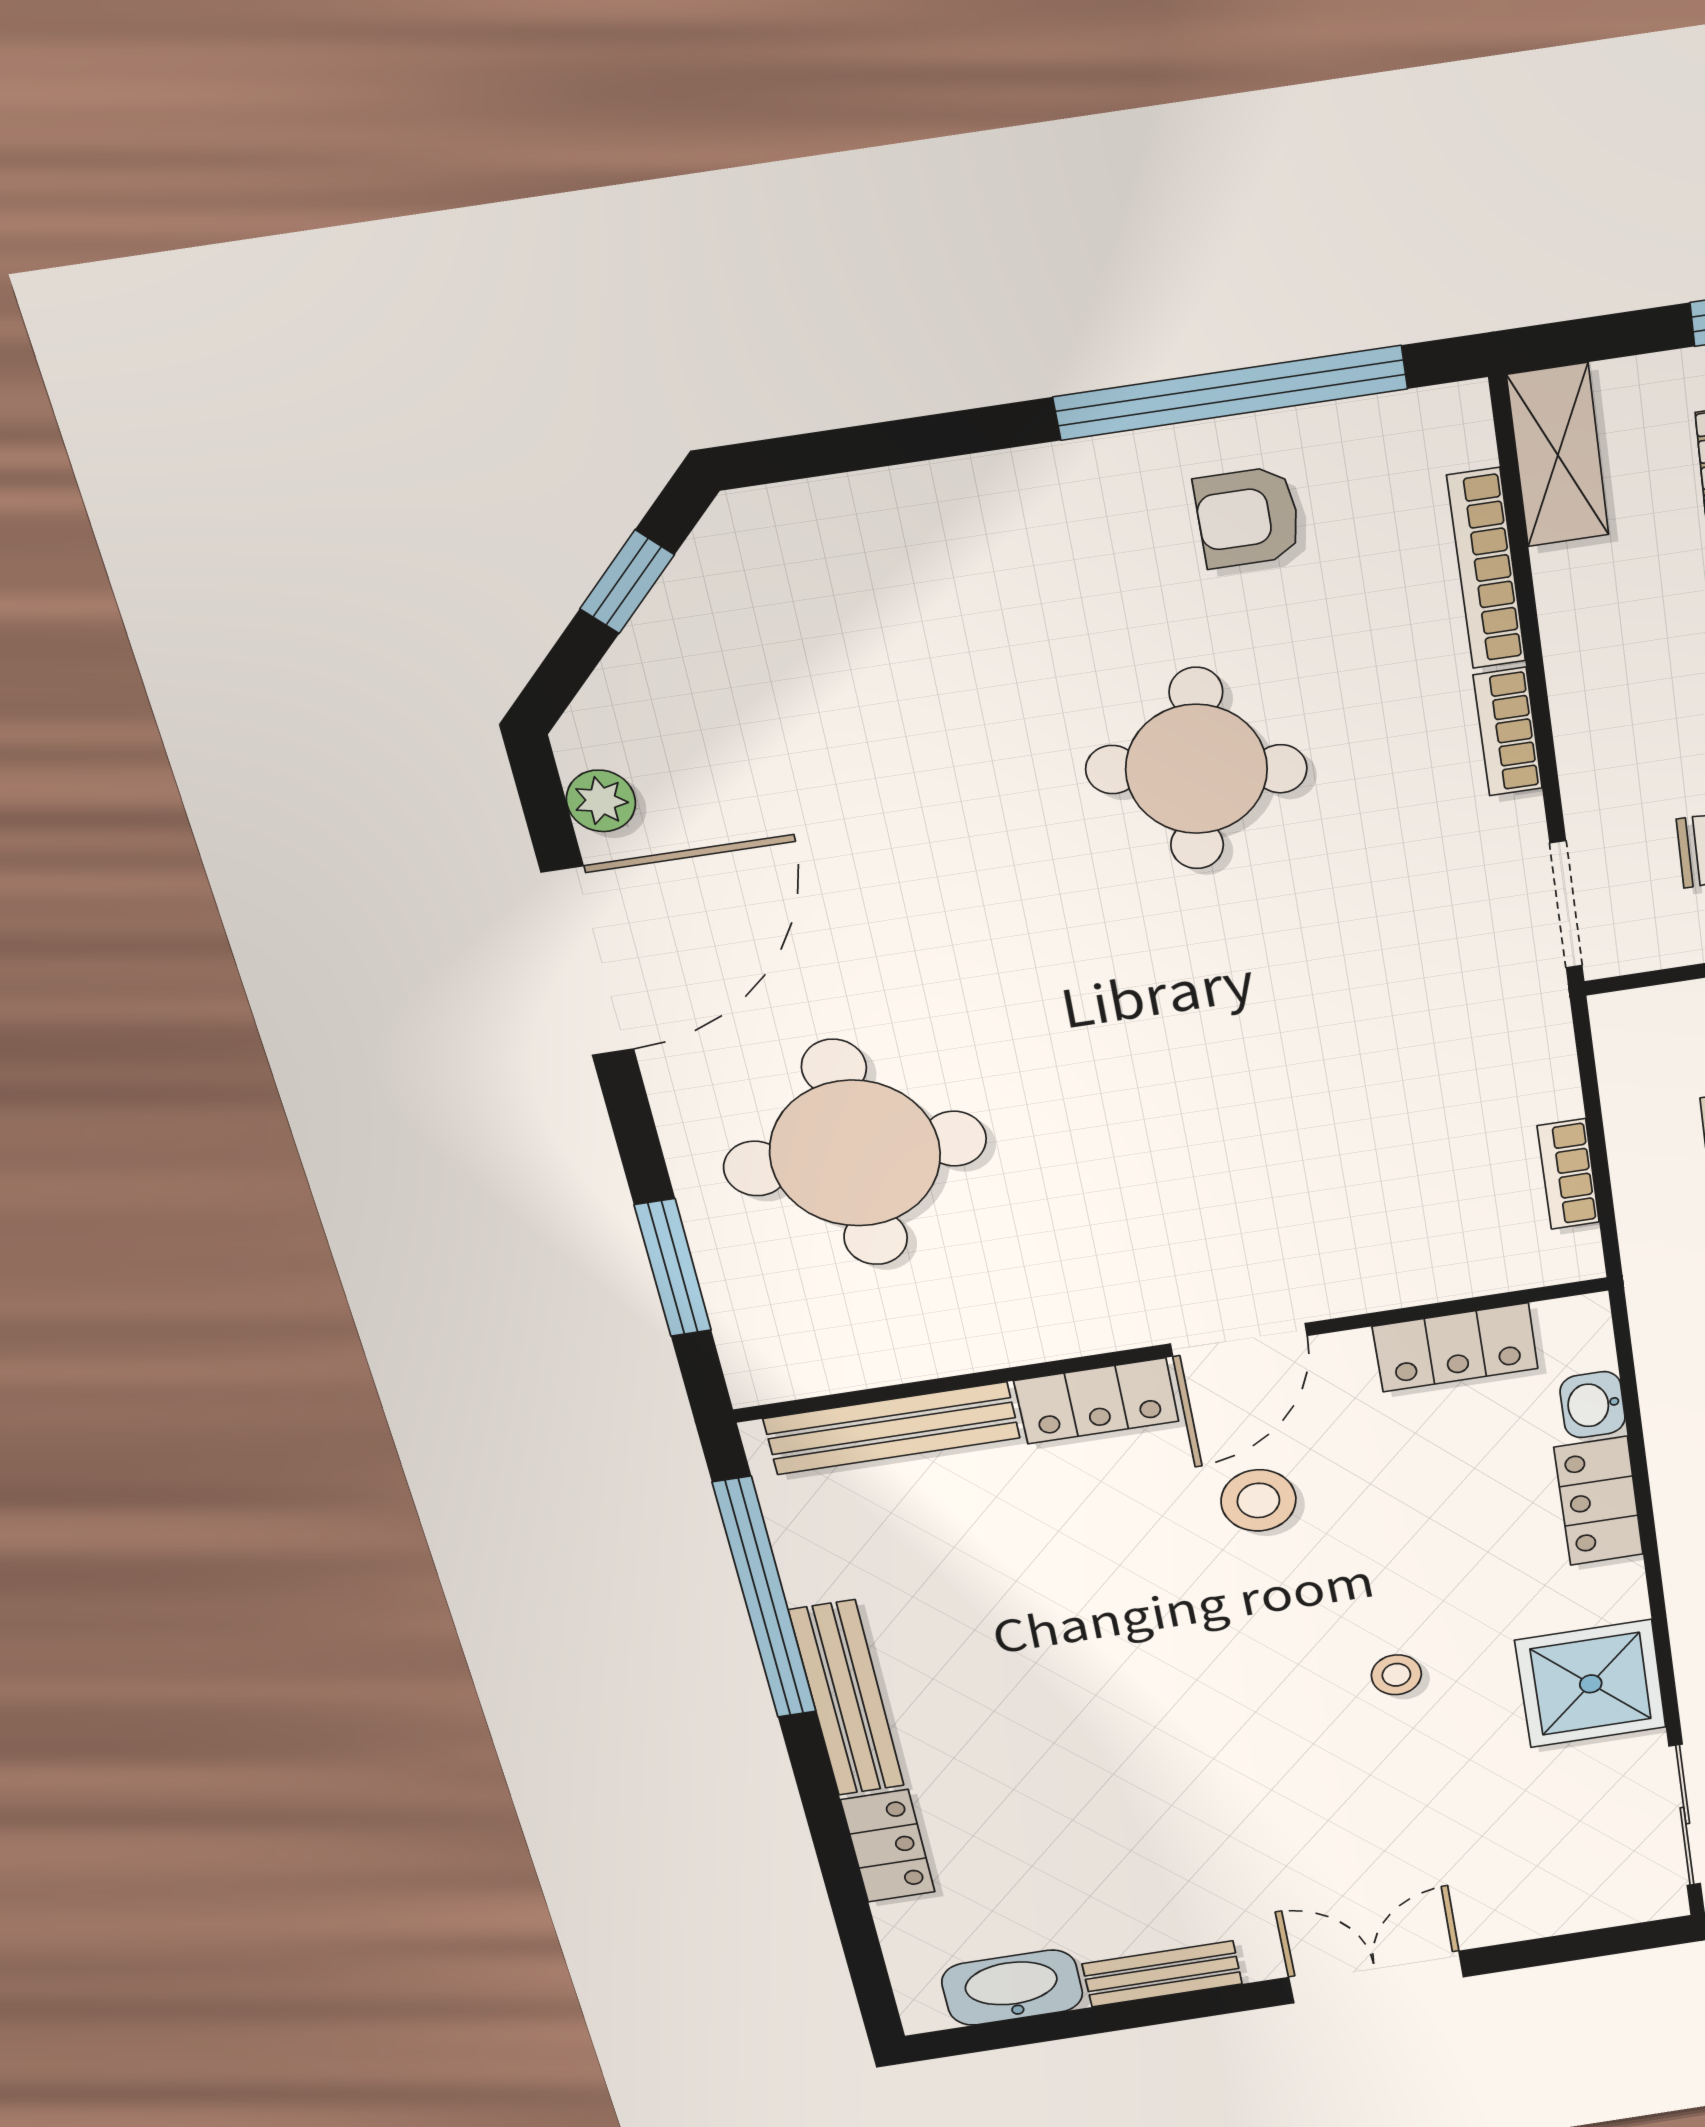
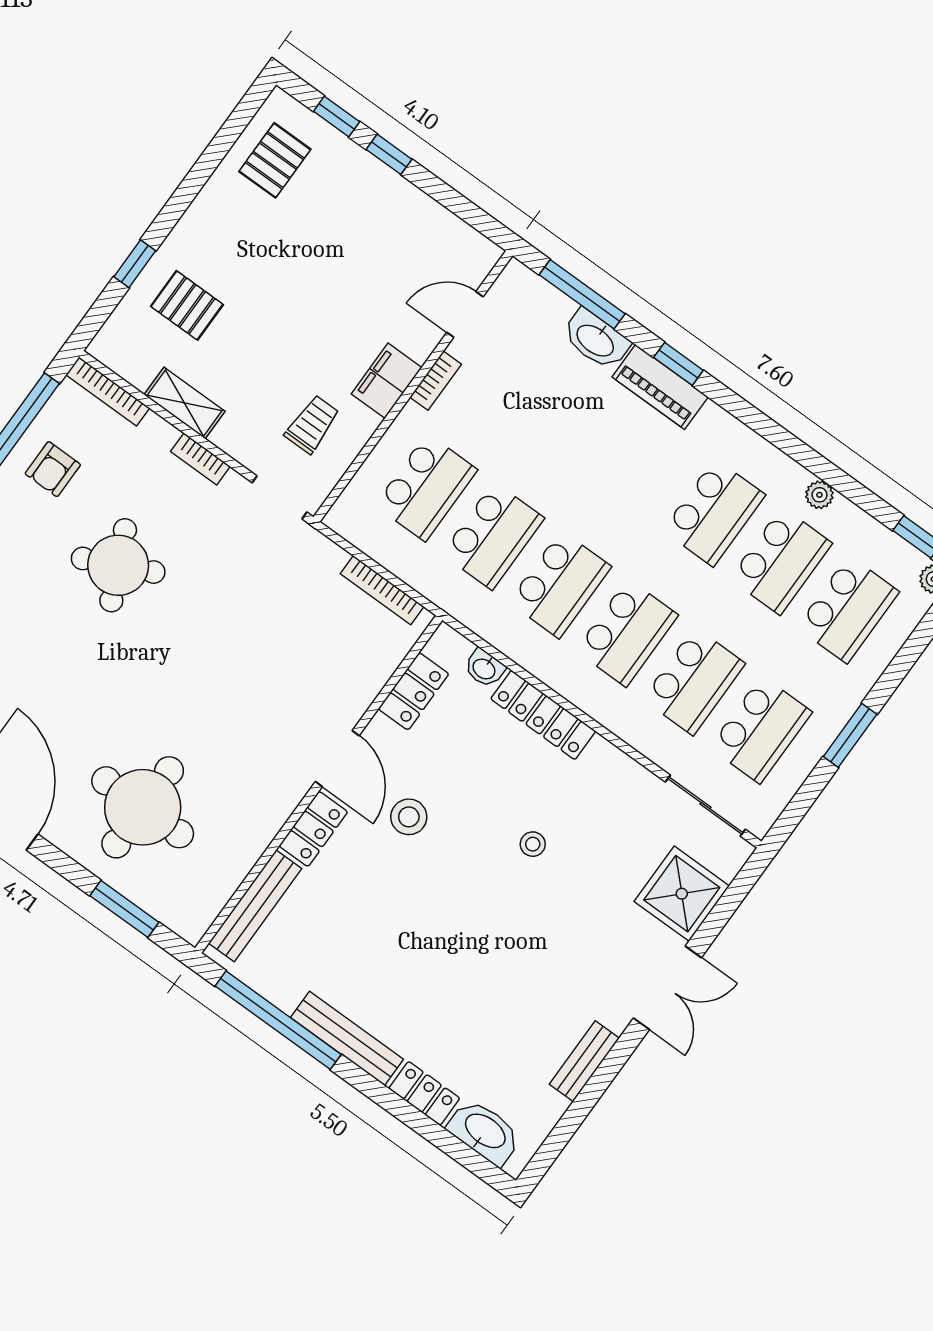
shelving: (1558, 455) -> (185, 403), moved
bookcase: (1486, 569) -> (108, 392), moved
round table: (1196, 769) -> (118, 565), turned -34
bookcase: (1568, 1174) -> (382, 590), width x1.56
locker: (1599, 1501) -> (543, 715), width x1.53
shower: (1591, 1684) -> (682, 894), moved
double door: (1376, 1977) -> (667, 988), swing flipped
washbasin: (1012, 1988) -> (485, 1132), moved, turned 90

